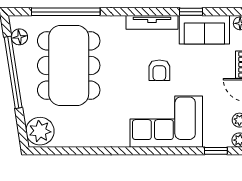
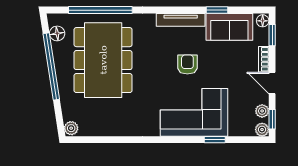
armchair: (159, 70) -> (187, 65), turned 180
plant: (40, 131) -> (71, 128), width x0.53, depth x0.53
window: (216, 151) -> (215, 140), moved

